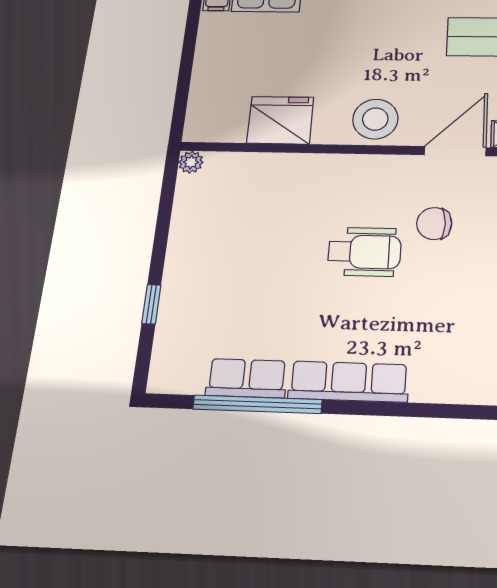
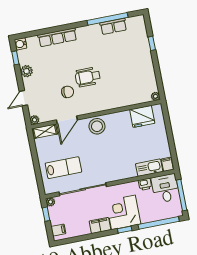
fridge: (280, 120) -> (142, 116), moved
row of seats: (349, 382) -> (57, 37), moved

